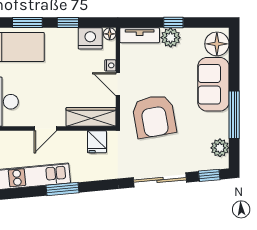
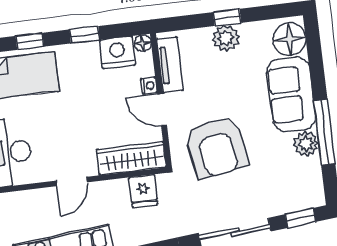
window: (27, 23) -> (30, 41), width x0.67
tv unit: (140, 35) -> (170, 65), moved, turned -90
plant: (220, 148) -> (306, 144), moved

